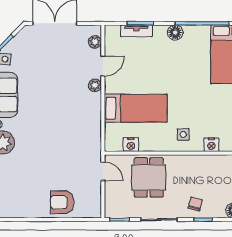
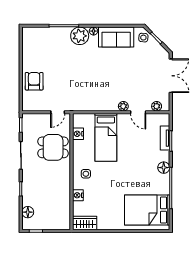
chair: (195, 204) -> (33, 183), removed

